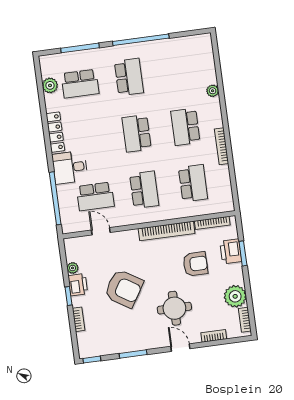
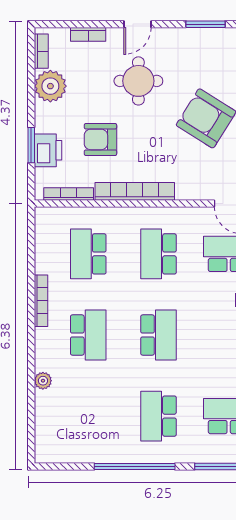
door: (180, 348) -> (137, 24), hinge flipped

